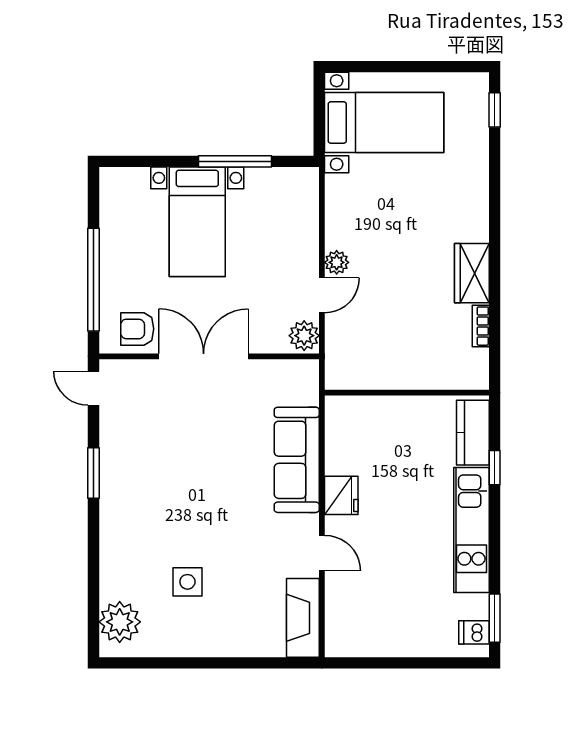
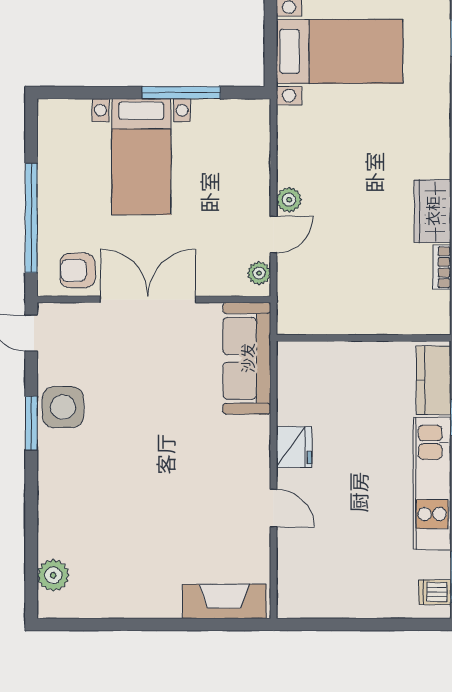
plant: (304, 336) -> (259, 273), width x0.73, depth x0.73
sofa: (297, 460) -> (247, 358), moved
side table: (187, 582) -> (63, 407), moved, width x1.37, depth x1.37
fireplace: (303, 618) -> (224, 601), moved, turned 90
plant: (120, 622) -> (53, 575), width x0.73, depth x0.73

